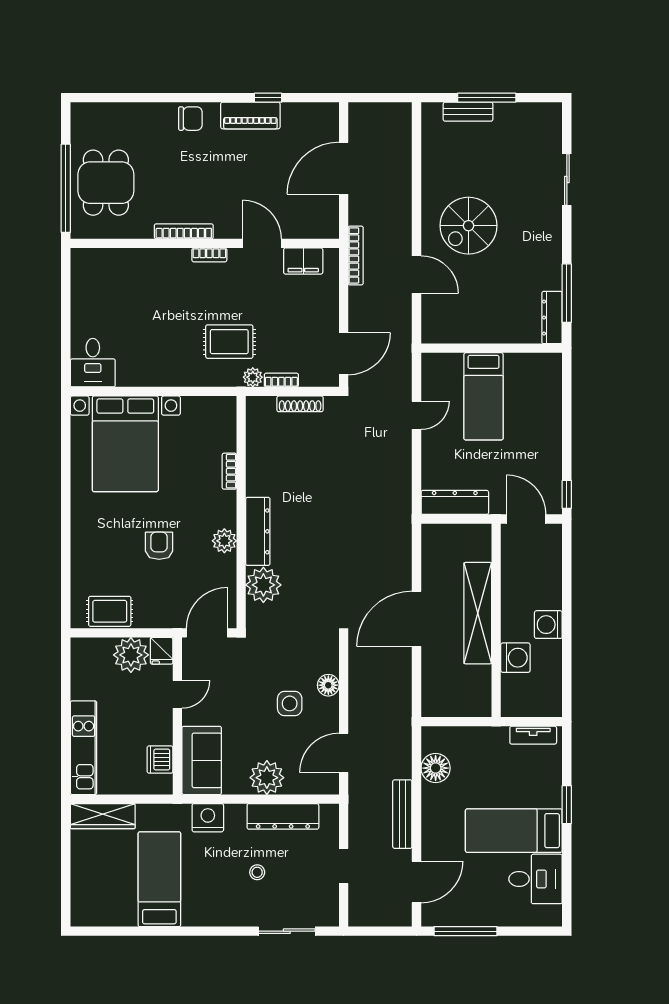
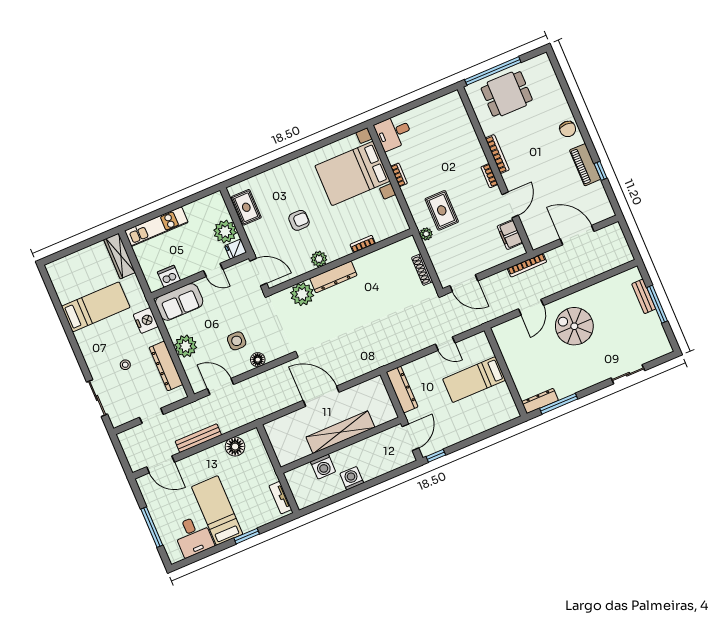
bookcase: (281, 380) -> (399, 175), moved
window: (465, 931) -> (152, 527), moved

